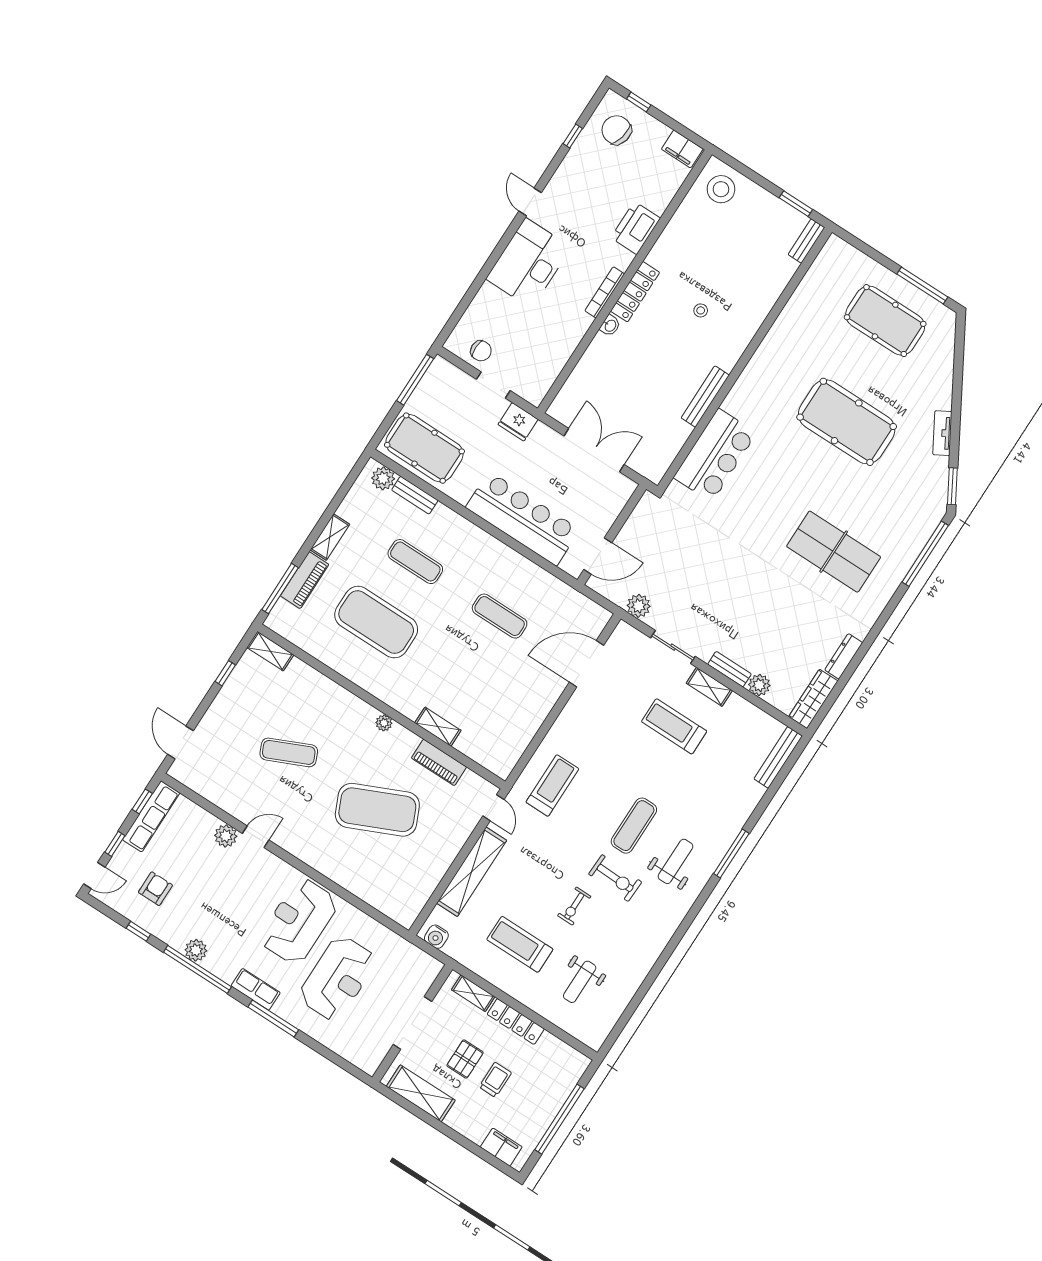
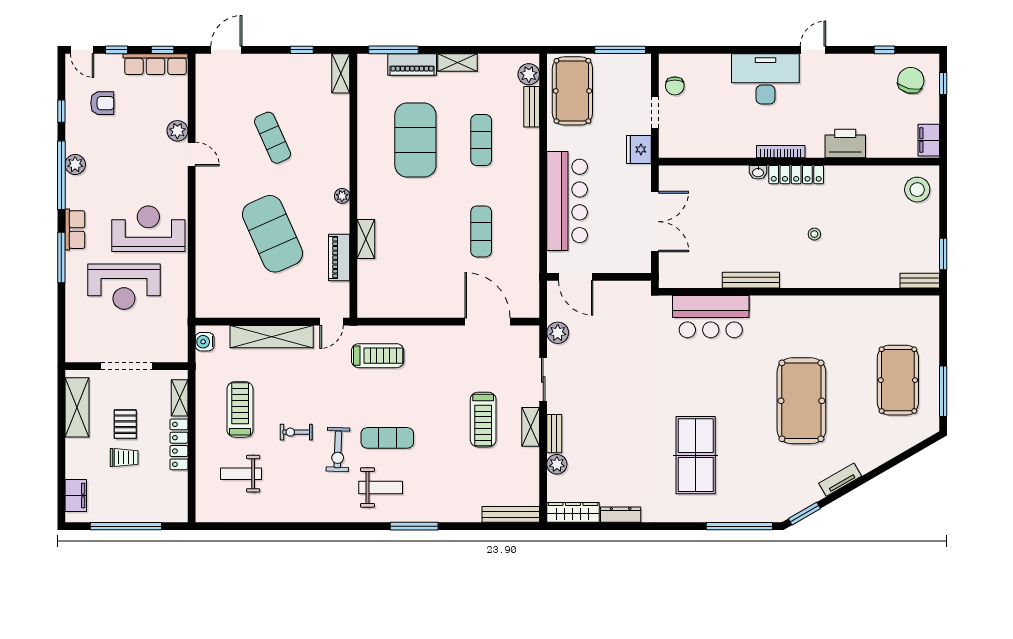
treadmill: (674, 726) -> (483, 420), turned 180
pallet: (465, 1059) -> (125, 424), turned 90

